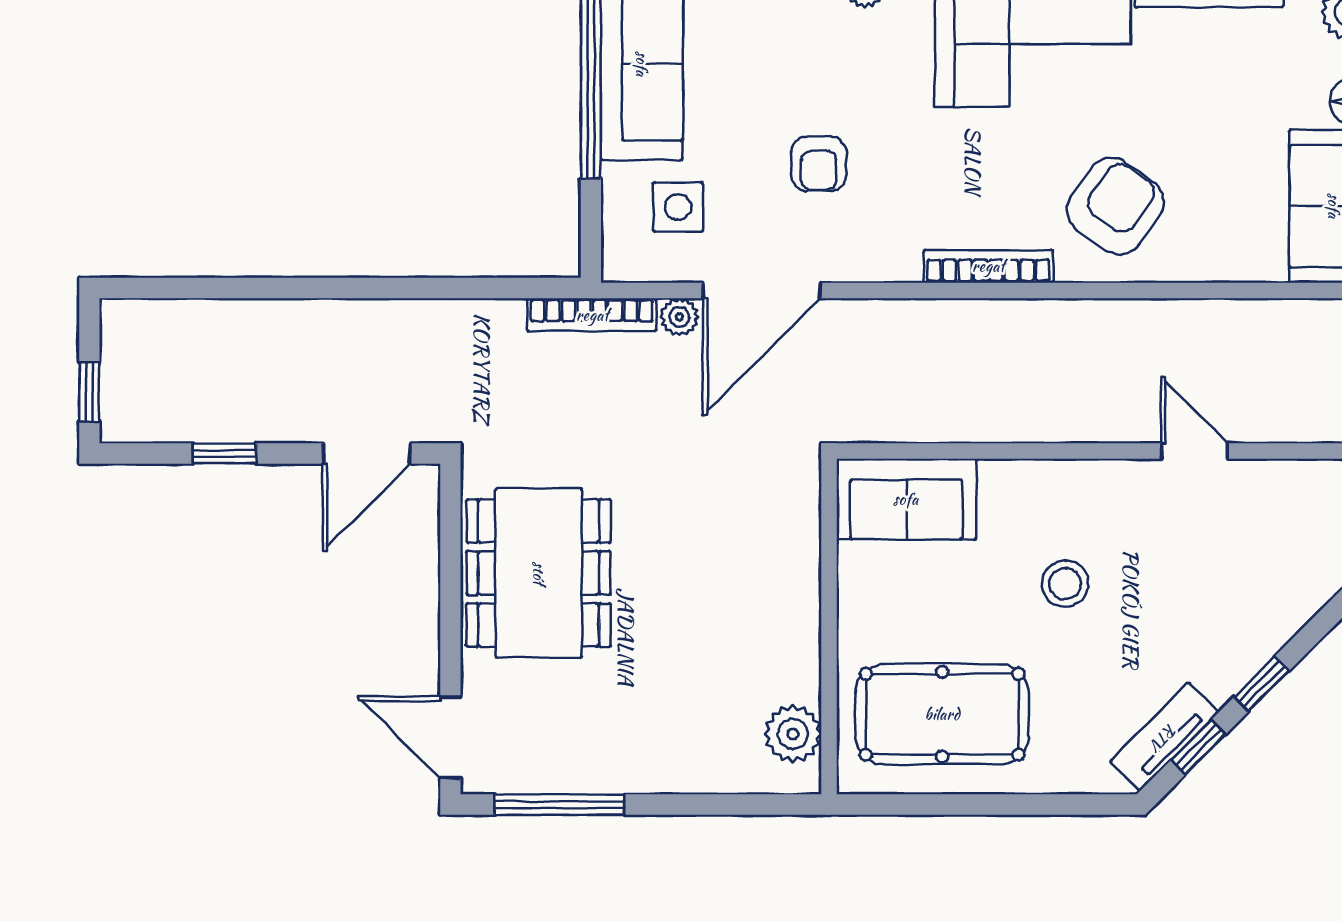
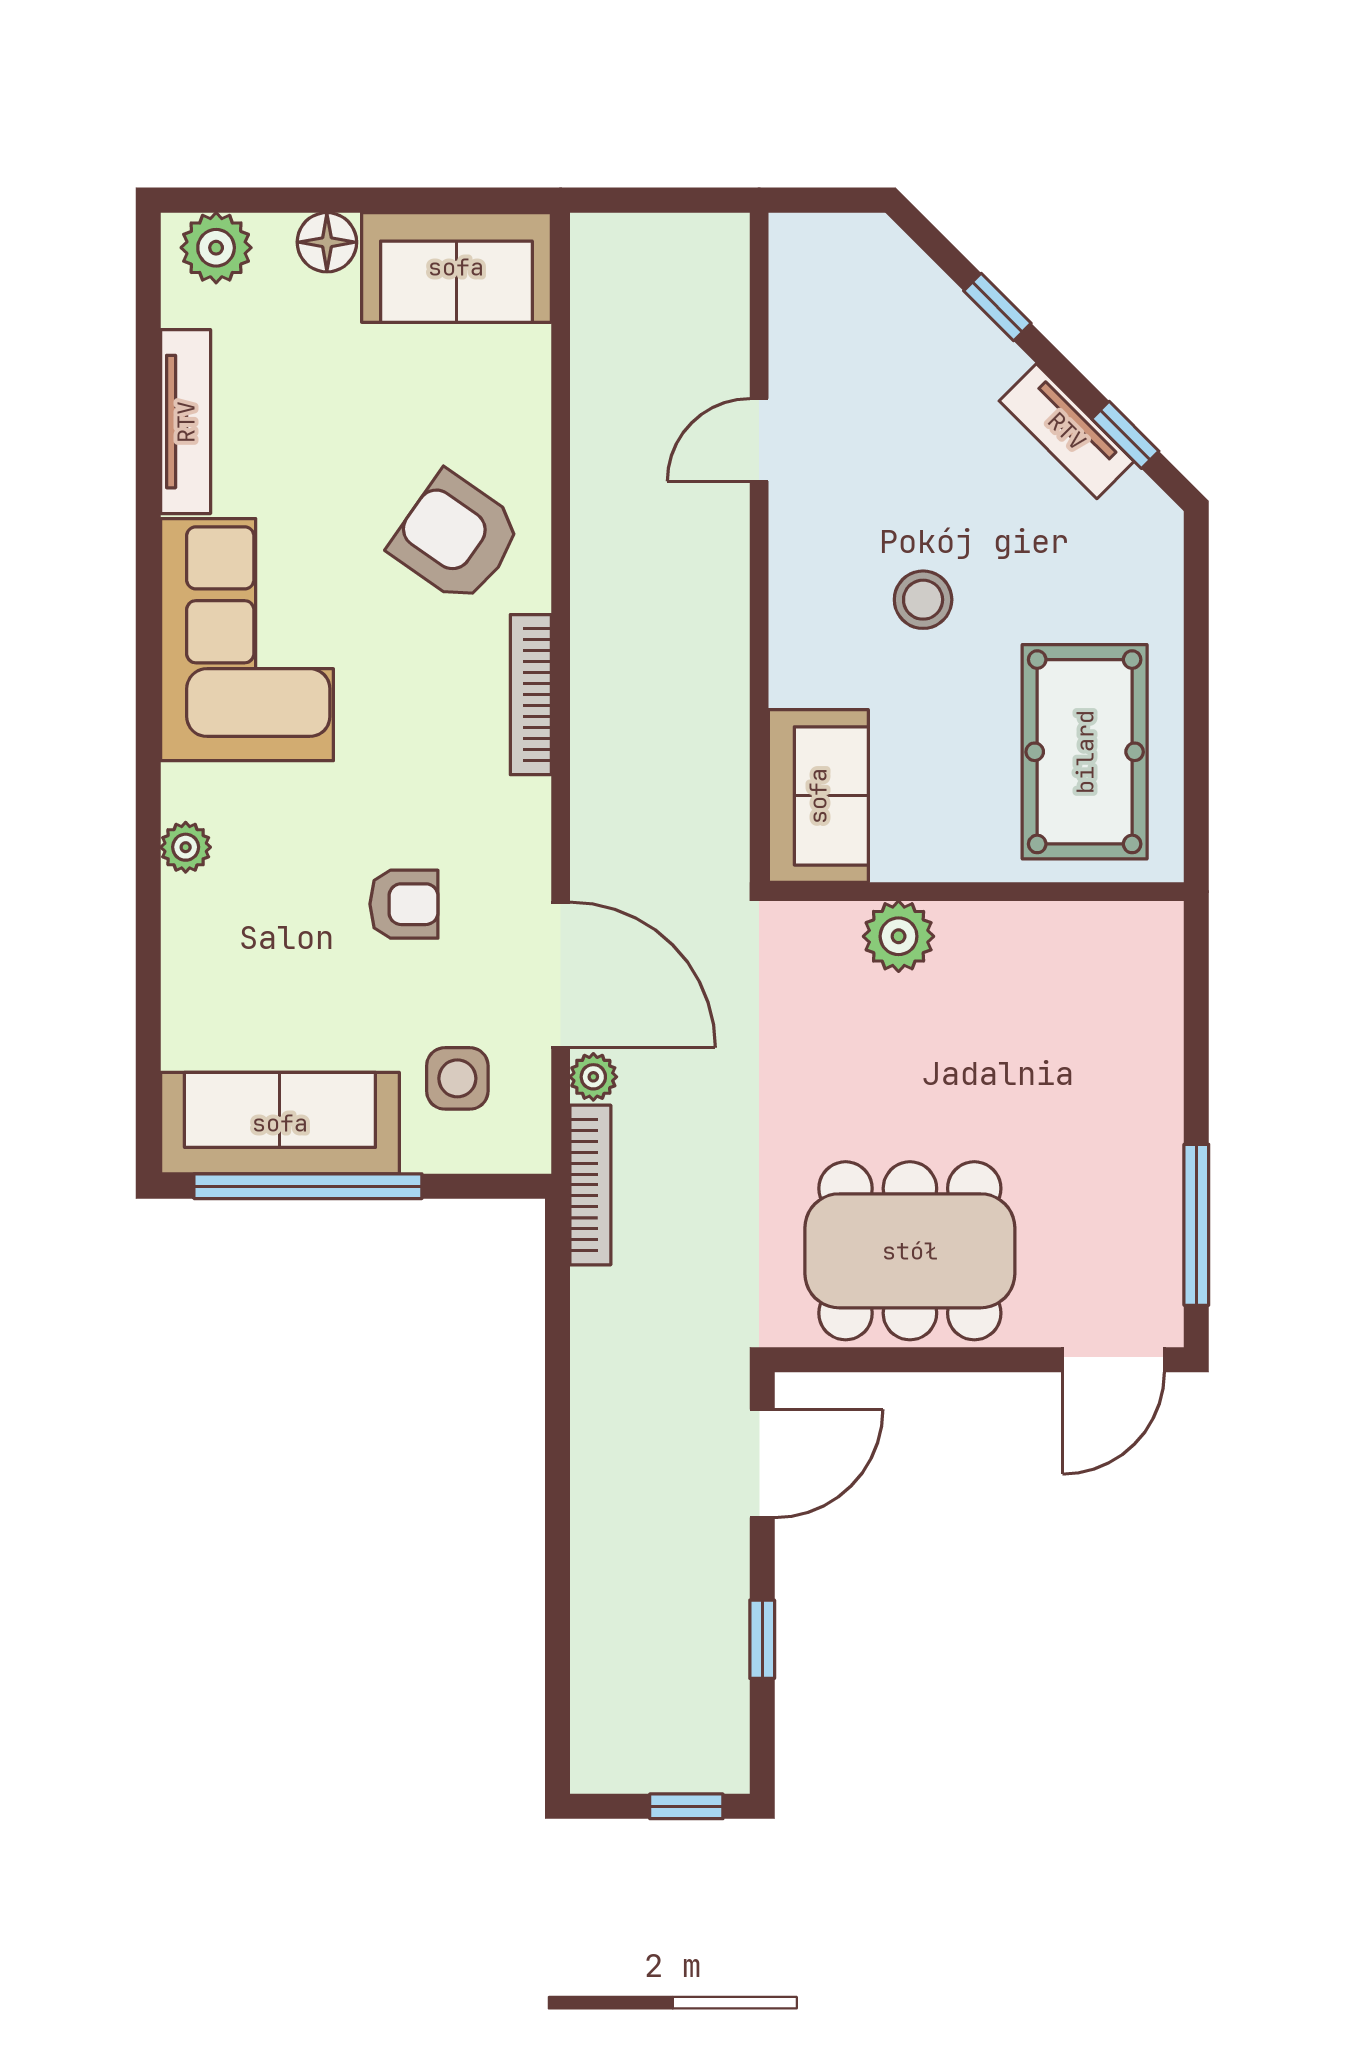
door: (367, 453) -> (762, 1463), hinge flipped
window: (1261, 684) -> (997, 307), moved
plant: (793, 734) -> (899, 936), moved
tv unit: (1164, 737) -> (1067, 431), moved

